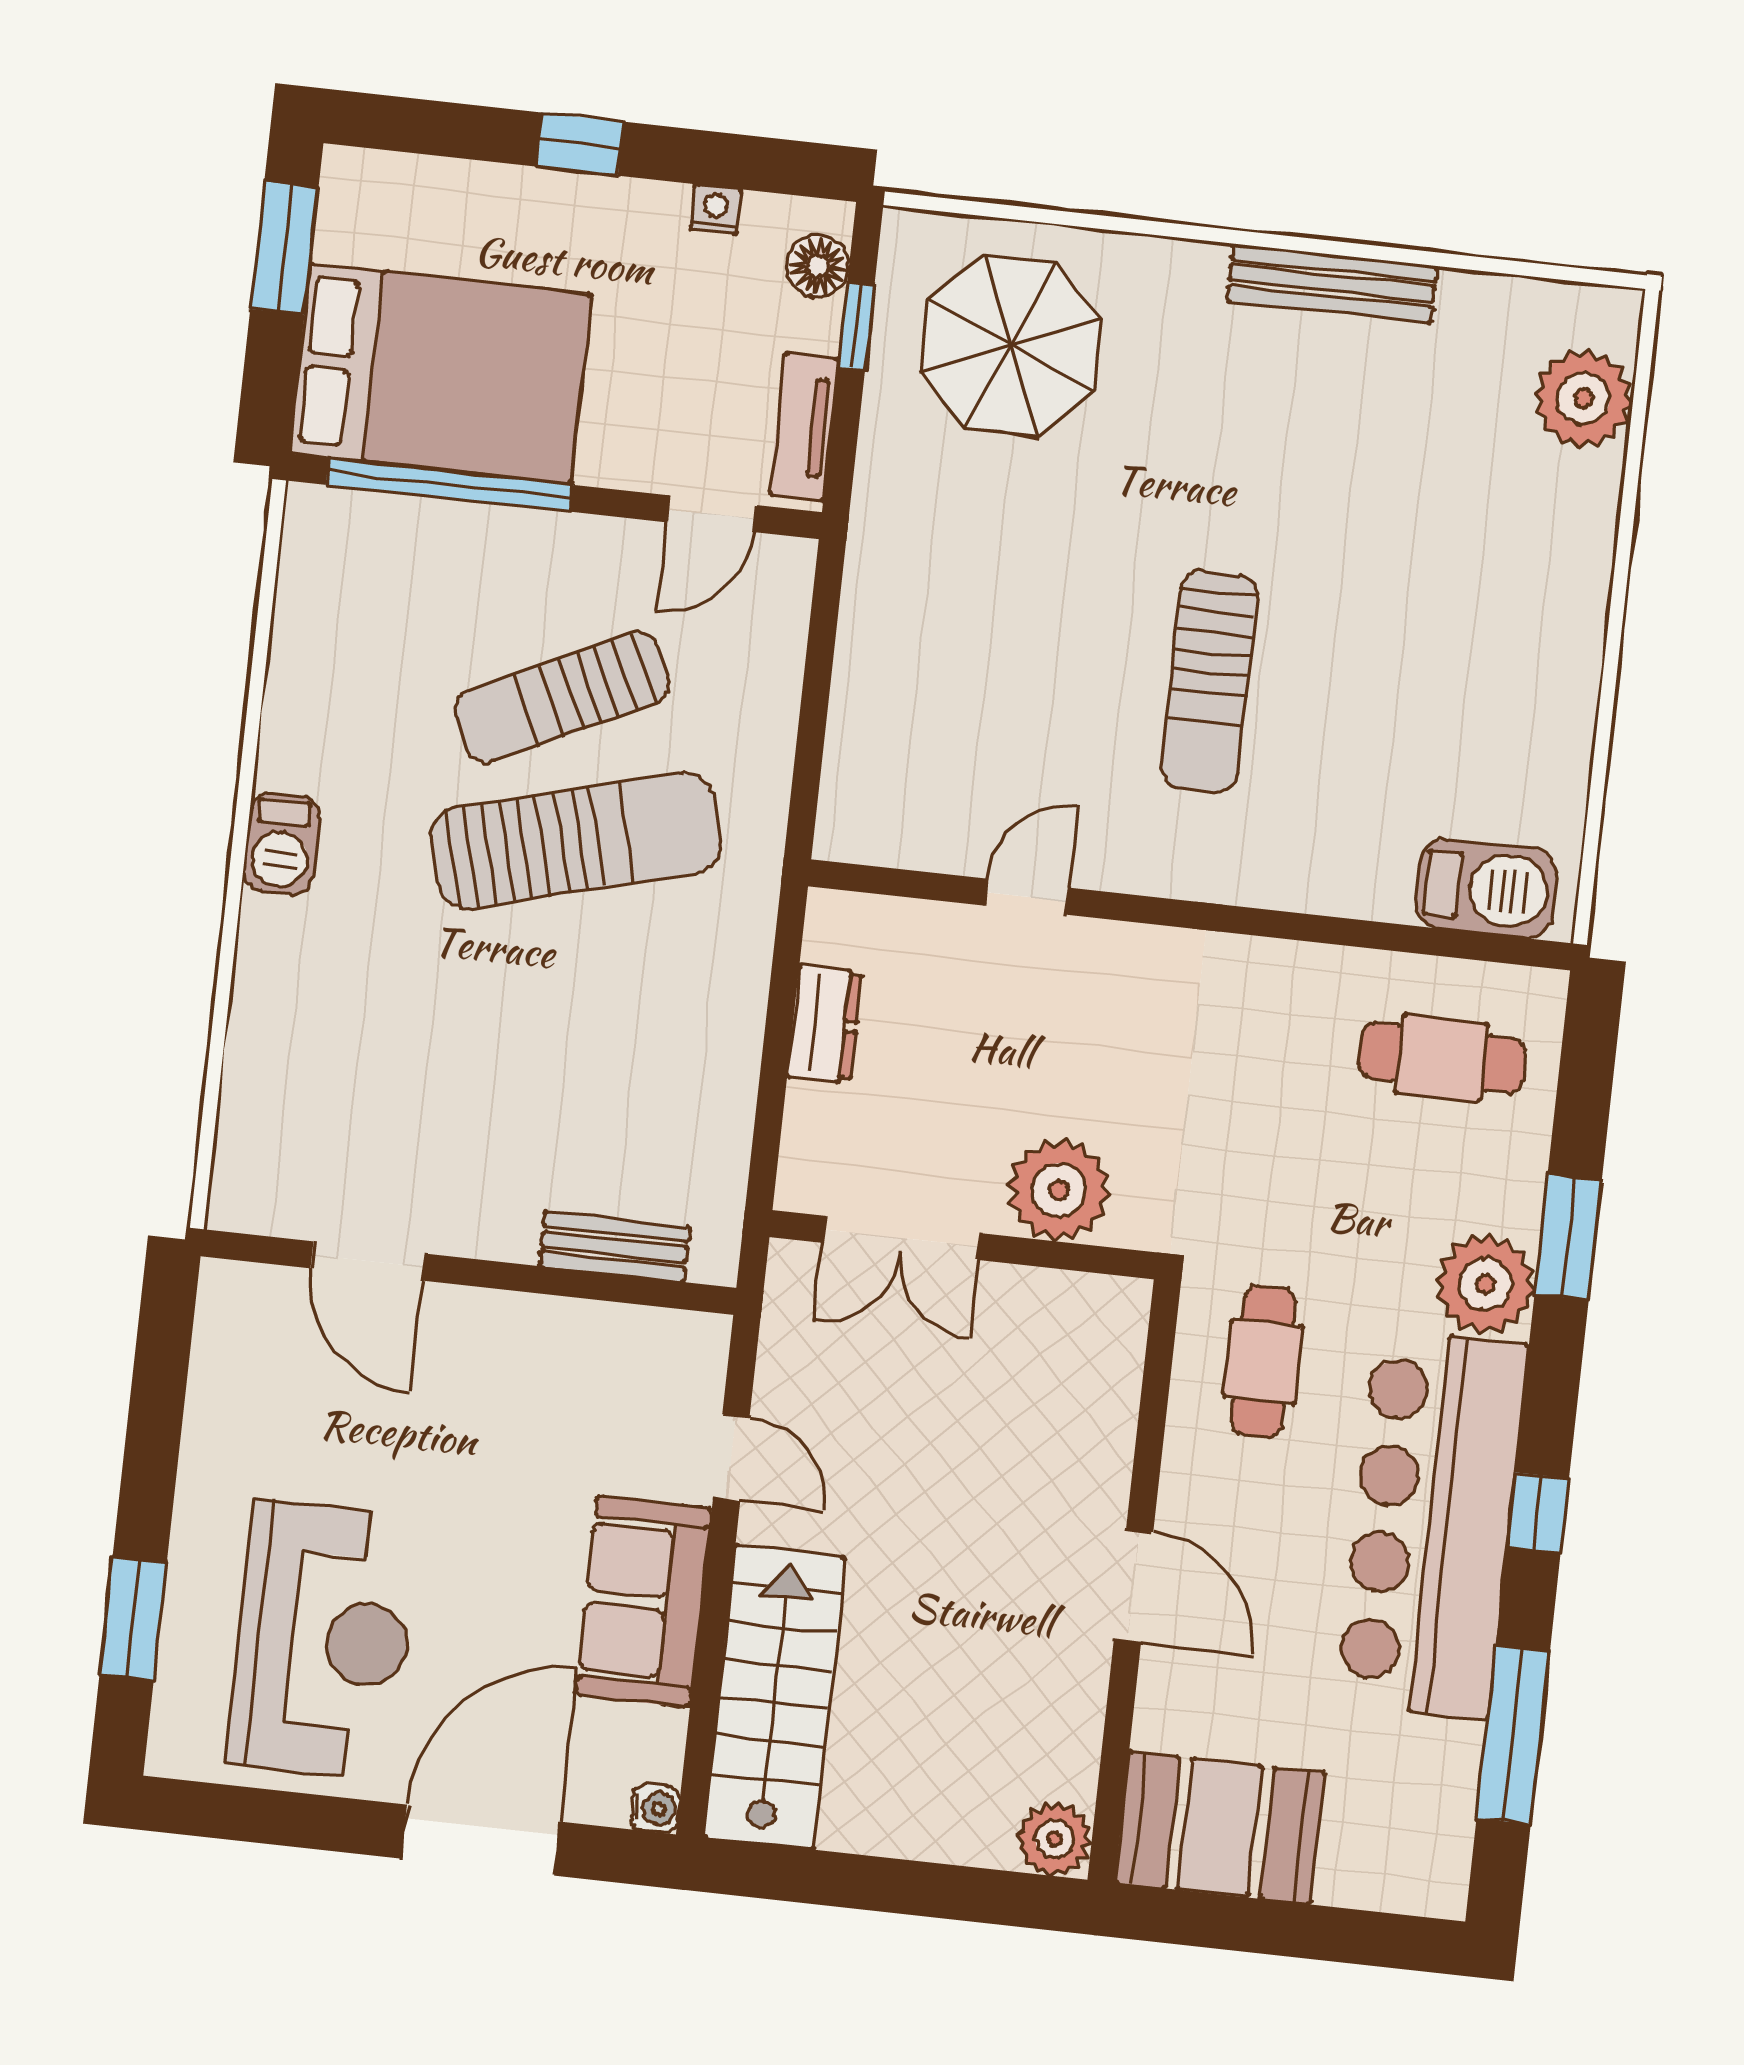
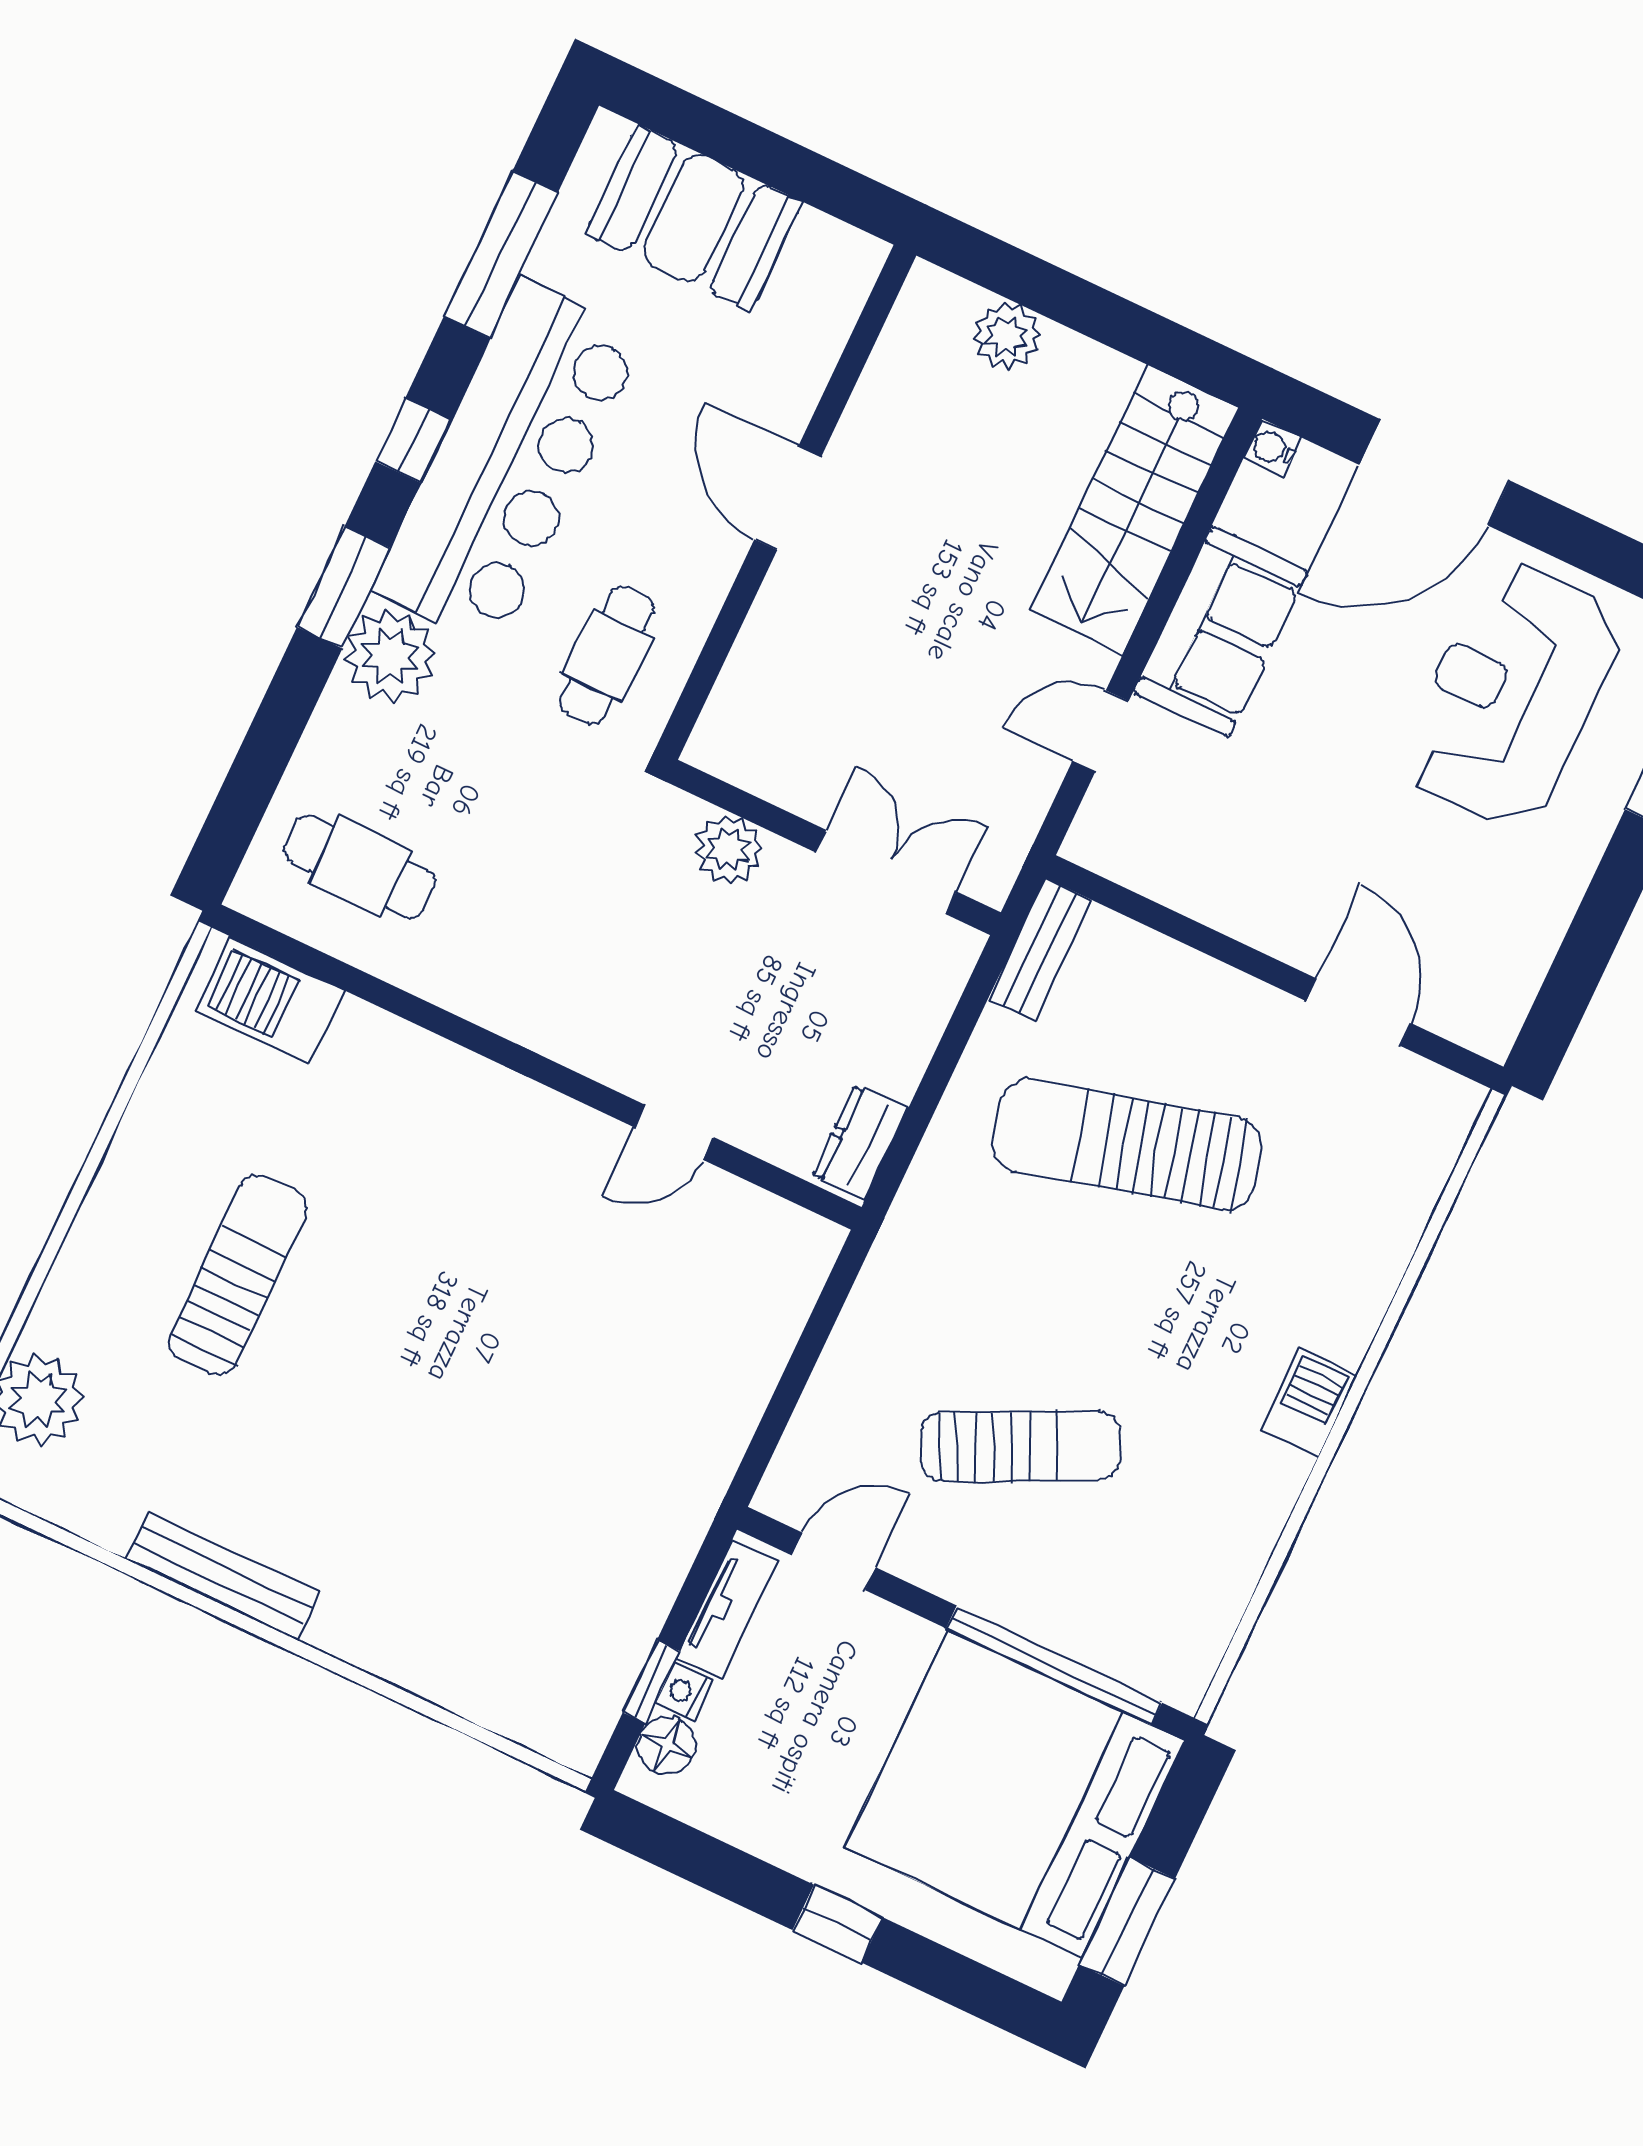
nightstand: (716, 209) -> (683, 1692), moved, turned 90
parasol: (1011, 345) -> (522, 1619), removed
bed: (440, 374) -> (1015, 1794), width x1.36
sun lounger: (1209, 682) -> (238, 1275), moved
sun lounger: (576, 841) -> (1127, 1145), moved
dresser: (825, 1024) -> (860, 1142), moved
plant: (1059, 1190) -> (728, 850), width x0.73, depth x0.73
window: (1568, 1237) -> (344, 587), moved
bench: (615, 1247) -> (1039, 950), moved, turned 90
door: (731, 1458) -> (1101, 731), hinge flipped
booth: (1220, 1828) -> (694, 218), moved
plant: (1055, 1839) -> (1006, 336), moved

